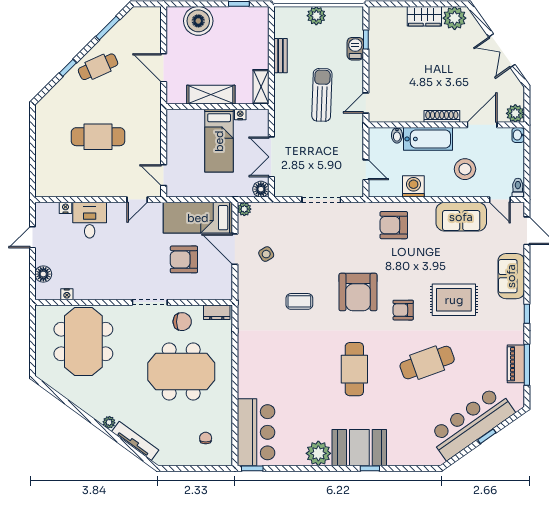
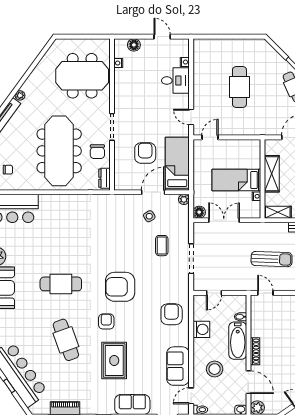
coffee table: (299, 301) -> (162, 246), moved
meeting table: (181, 371) -> (59, 151), width x1.36

